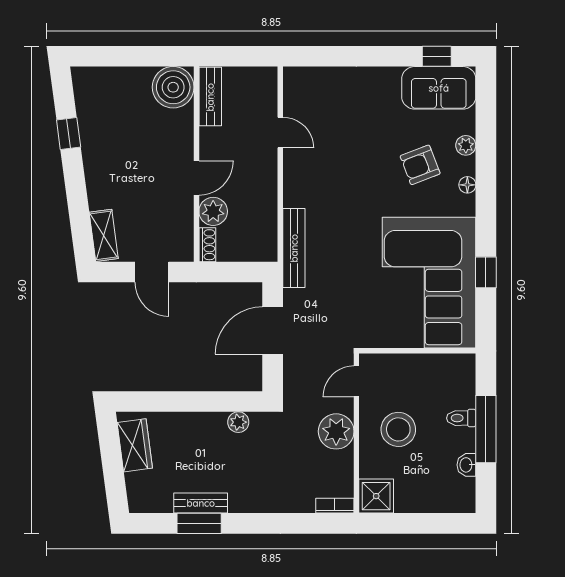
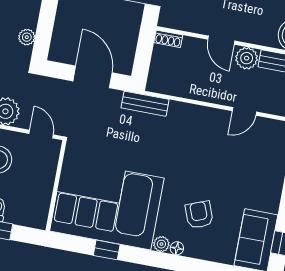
plant: (466, 145) -> (161, 244), moved
plant: (213, 211) -> (247, 58), moved
bench: (294, 248) -> (145, 104), width x0.73

